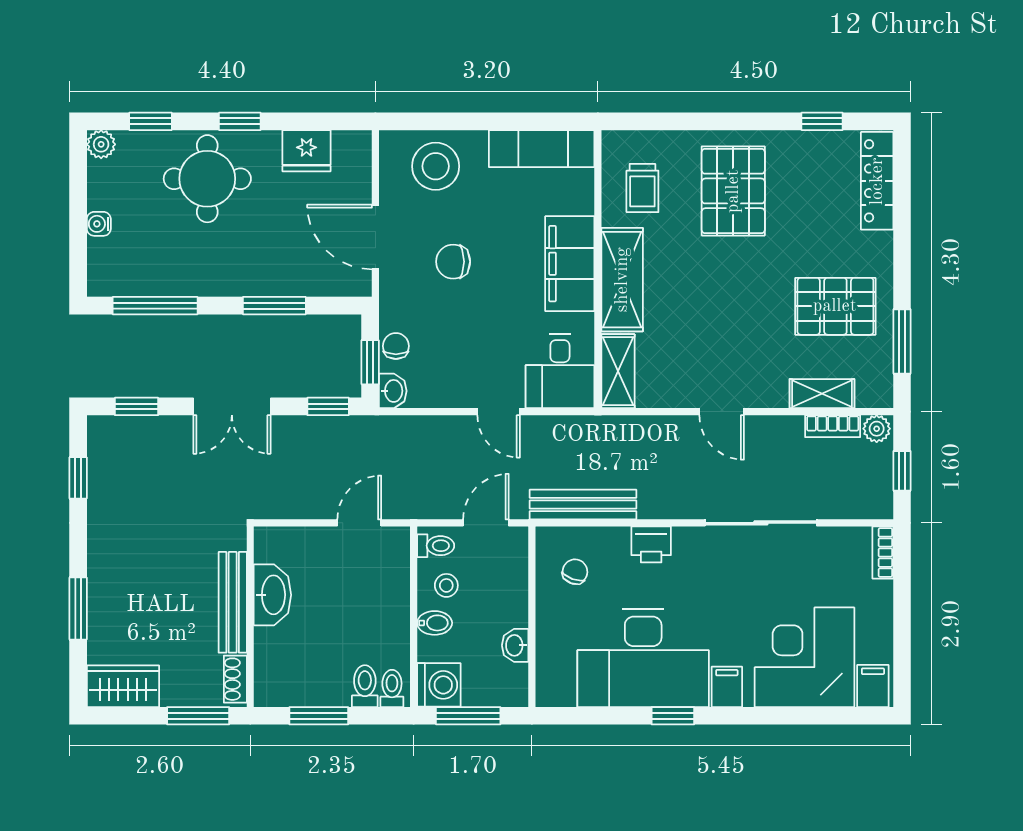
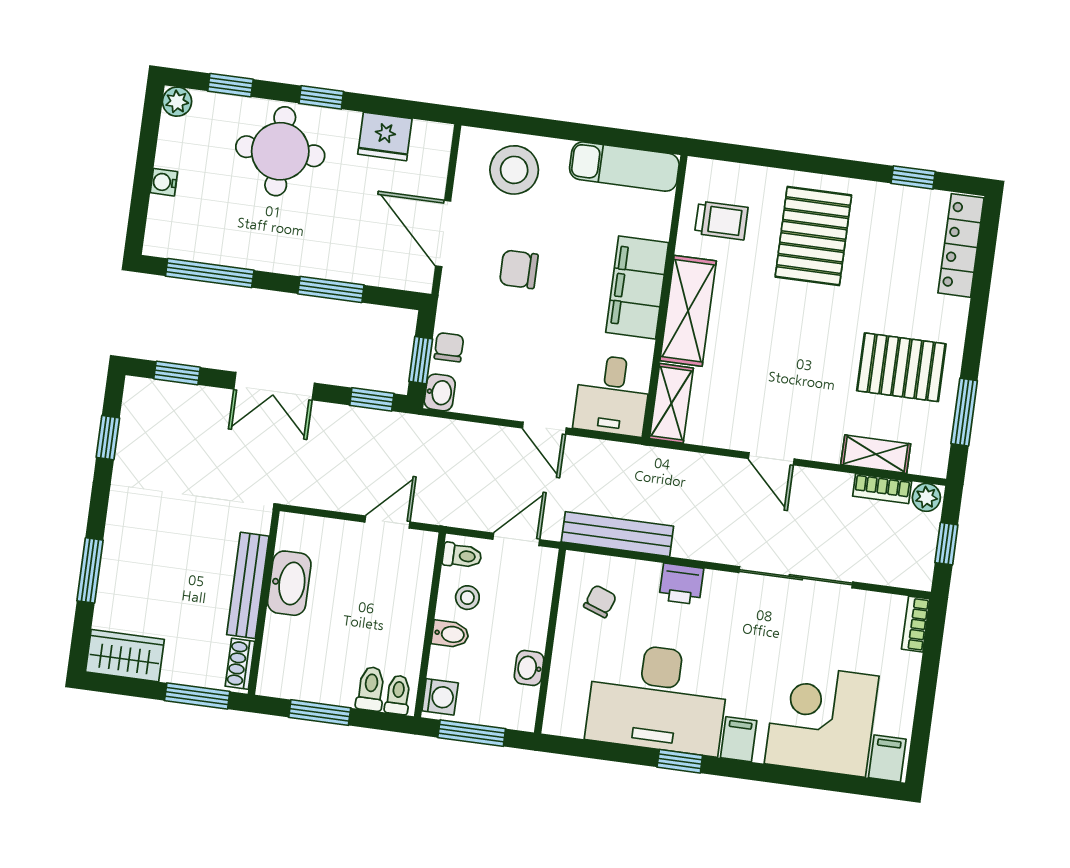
trolley: (642, 188) -> (721, 220), turned -90
washing machine: (439, 685) -> (440, 697), width x0.73, depth x0.73

